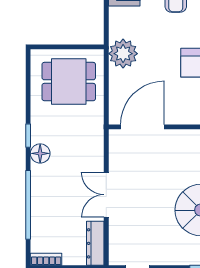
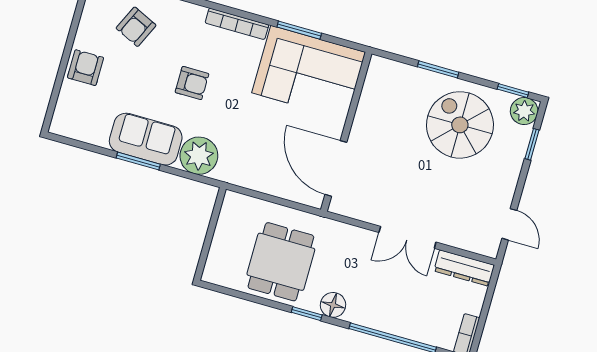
plant: (123, 54) -> (199, 156), moved
dining table: (69, 82) -> (281, 262), moved

